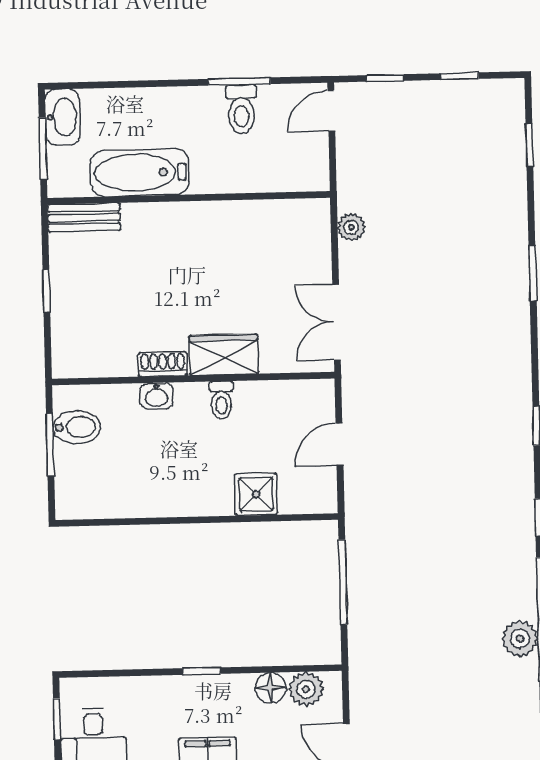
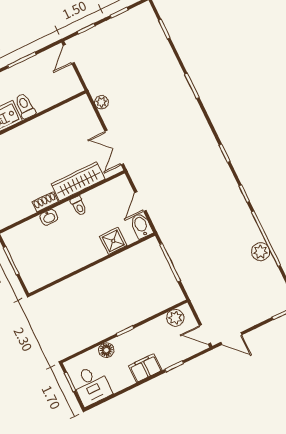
toilet: (241, 109) -> (25, 106), moved, turned 180
wardrobe: (224, 355) -> (78, 181), width x1.50
bidet: (77, 427) -> (141, 226), moved, turned -90
floor lamp: (271, 688) -> (106, 350), moved

